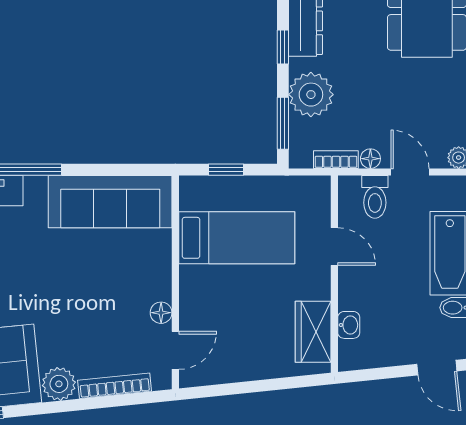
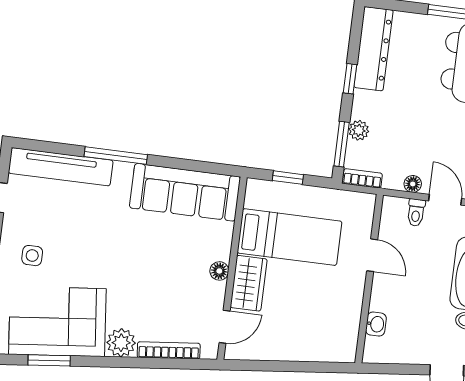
plant: (311, 95) -> (359, 130), width x0.53, depth x0.53
bookcase: (336, 160) -> (362, 178), moved
toilet: (375, 197) -> (416, 213), width x0.73, depth x0.72
floor lamp: (161, 313) -> (219, 271), moved
wardrobe: (313, 332) -> (249, 283), moved, turned 180

